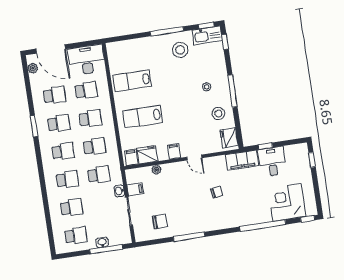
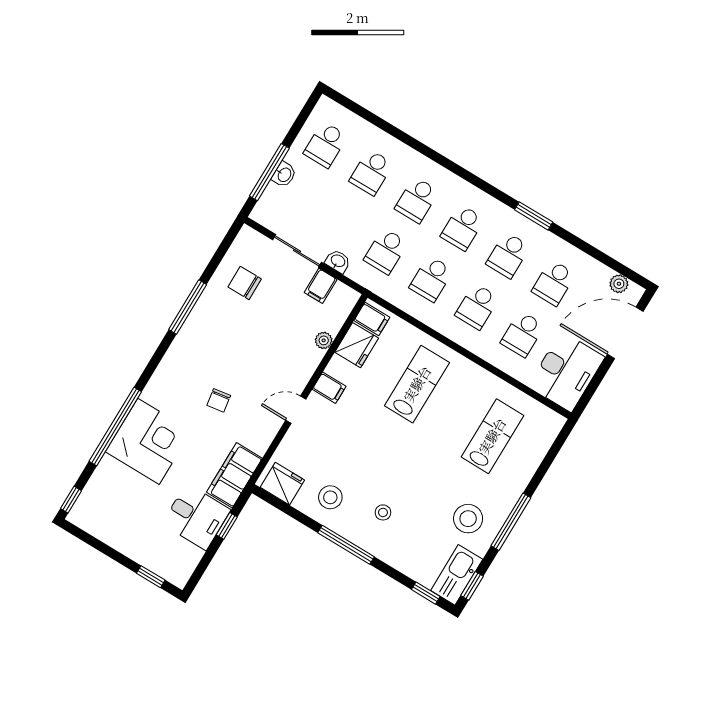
lab bench: (132, 81) -> (492, 436), moved
corner desk: (287, 202) -> (148, 441), moved
chair: (160, 222) -> (245, 283), turned 91

